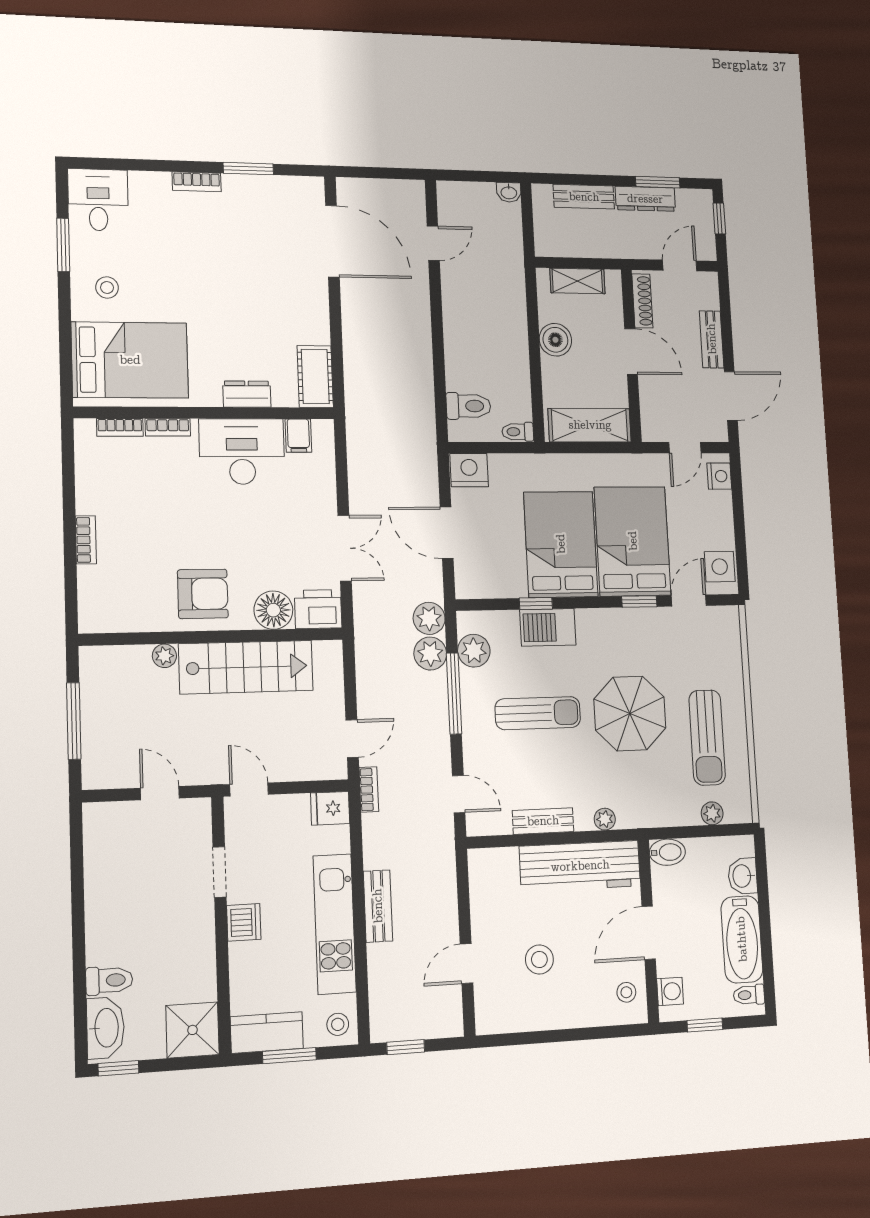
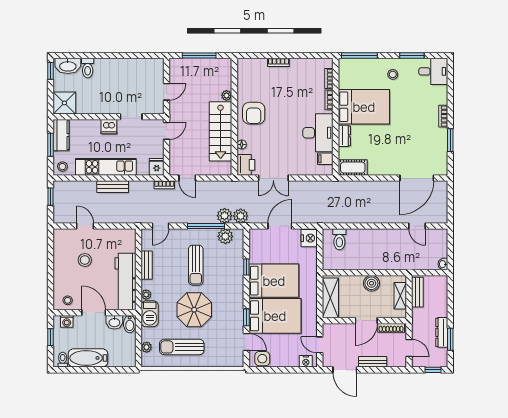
bench: (584, 197) -> (417, 292), moved
window: (66, 360) -> (359, 55), added
bed: (130, 360) -> (364, 107), moved, turned -90
toilet: (518, 432) -> (327, 262), removed
floor lamp: (273, 610) -> (242, 145), width x0.53, depth x0.53
barbecue: (548, 627) -> (150, 314), moved, turned 180
washbasin: (743, 876) -> (114, 322), moved, turned 180

